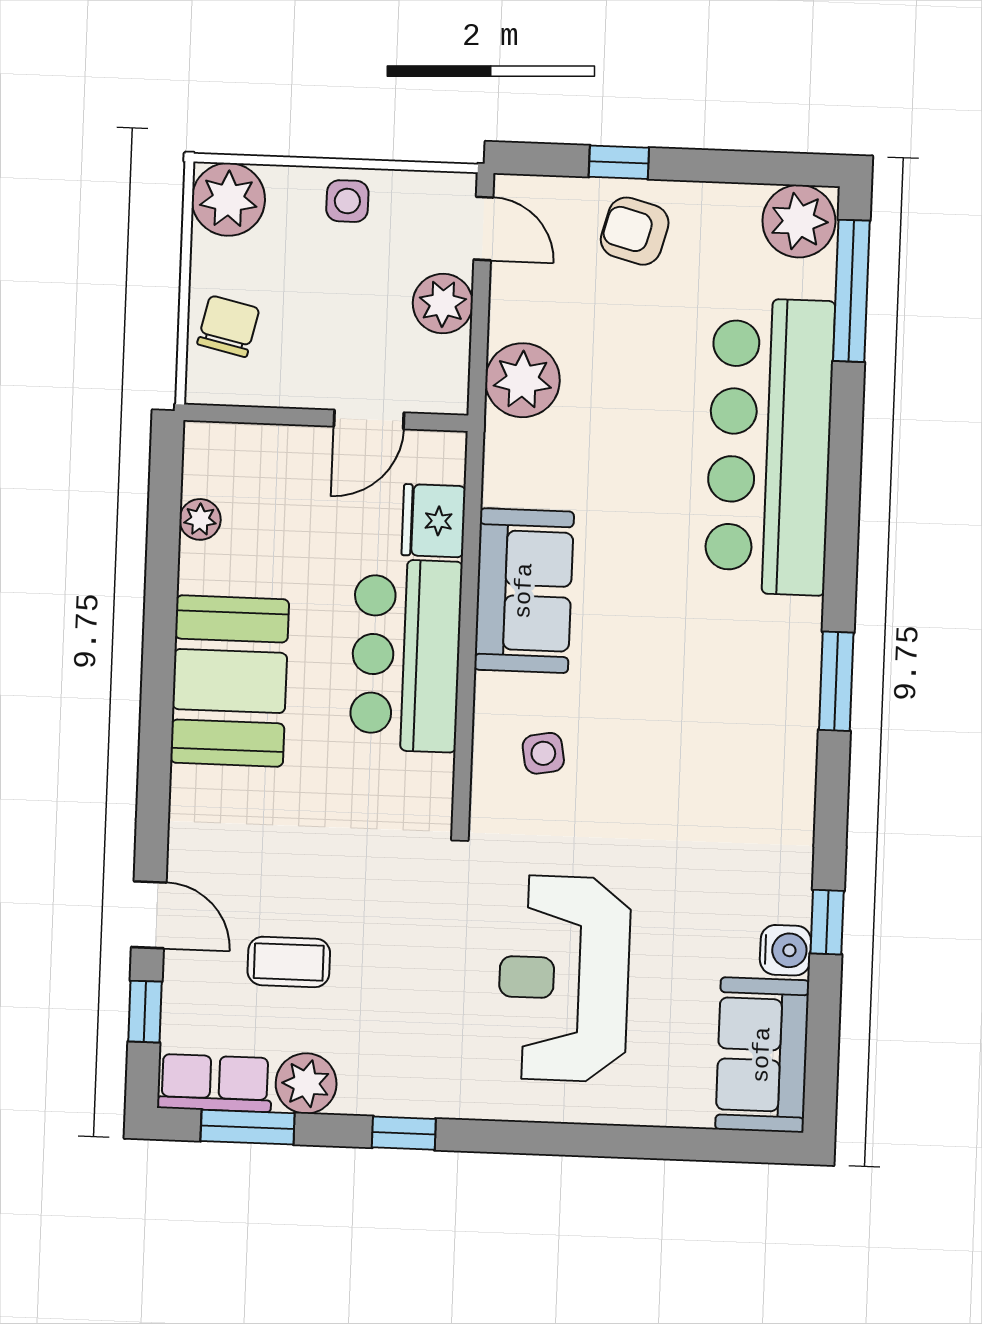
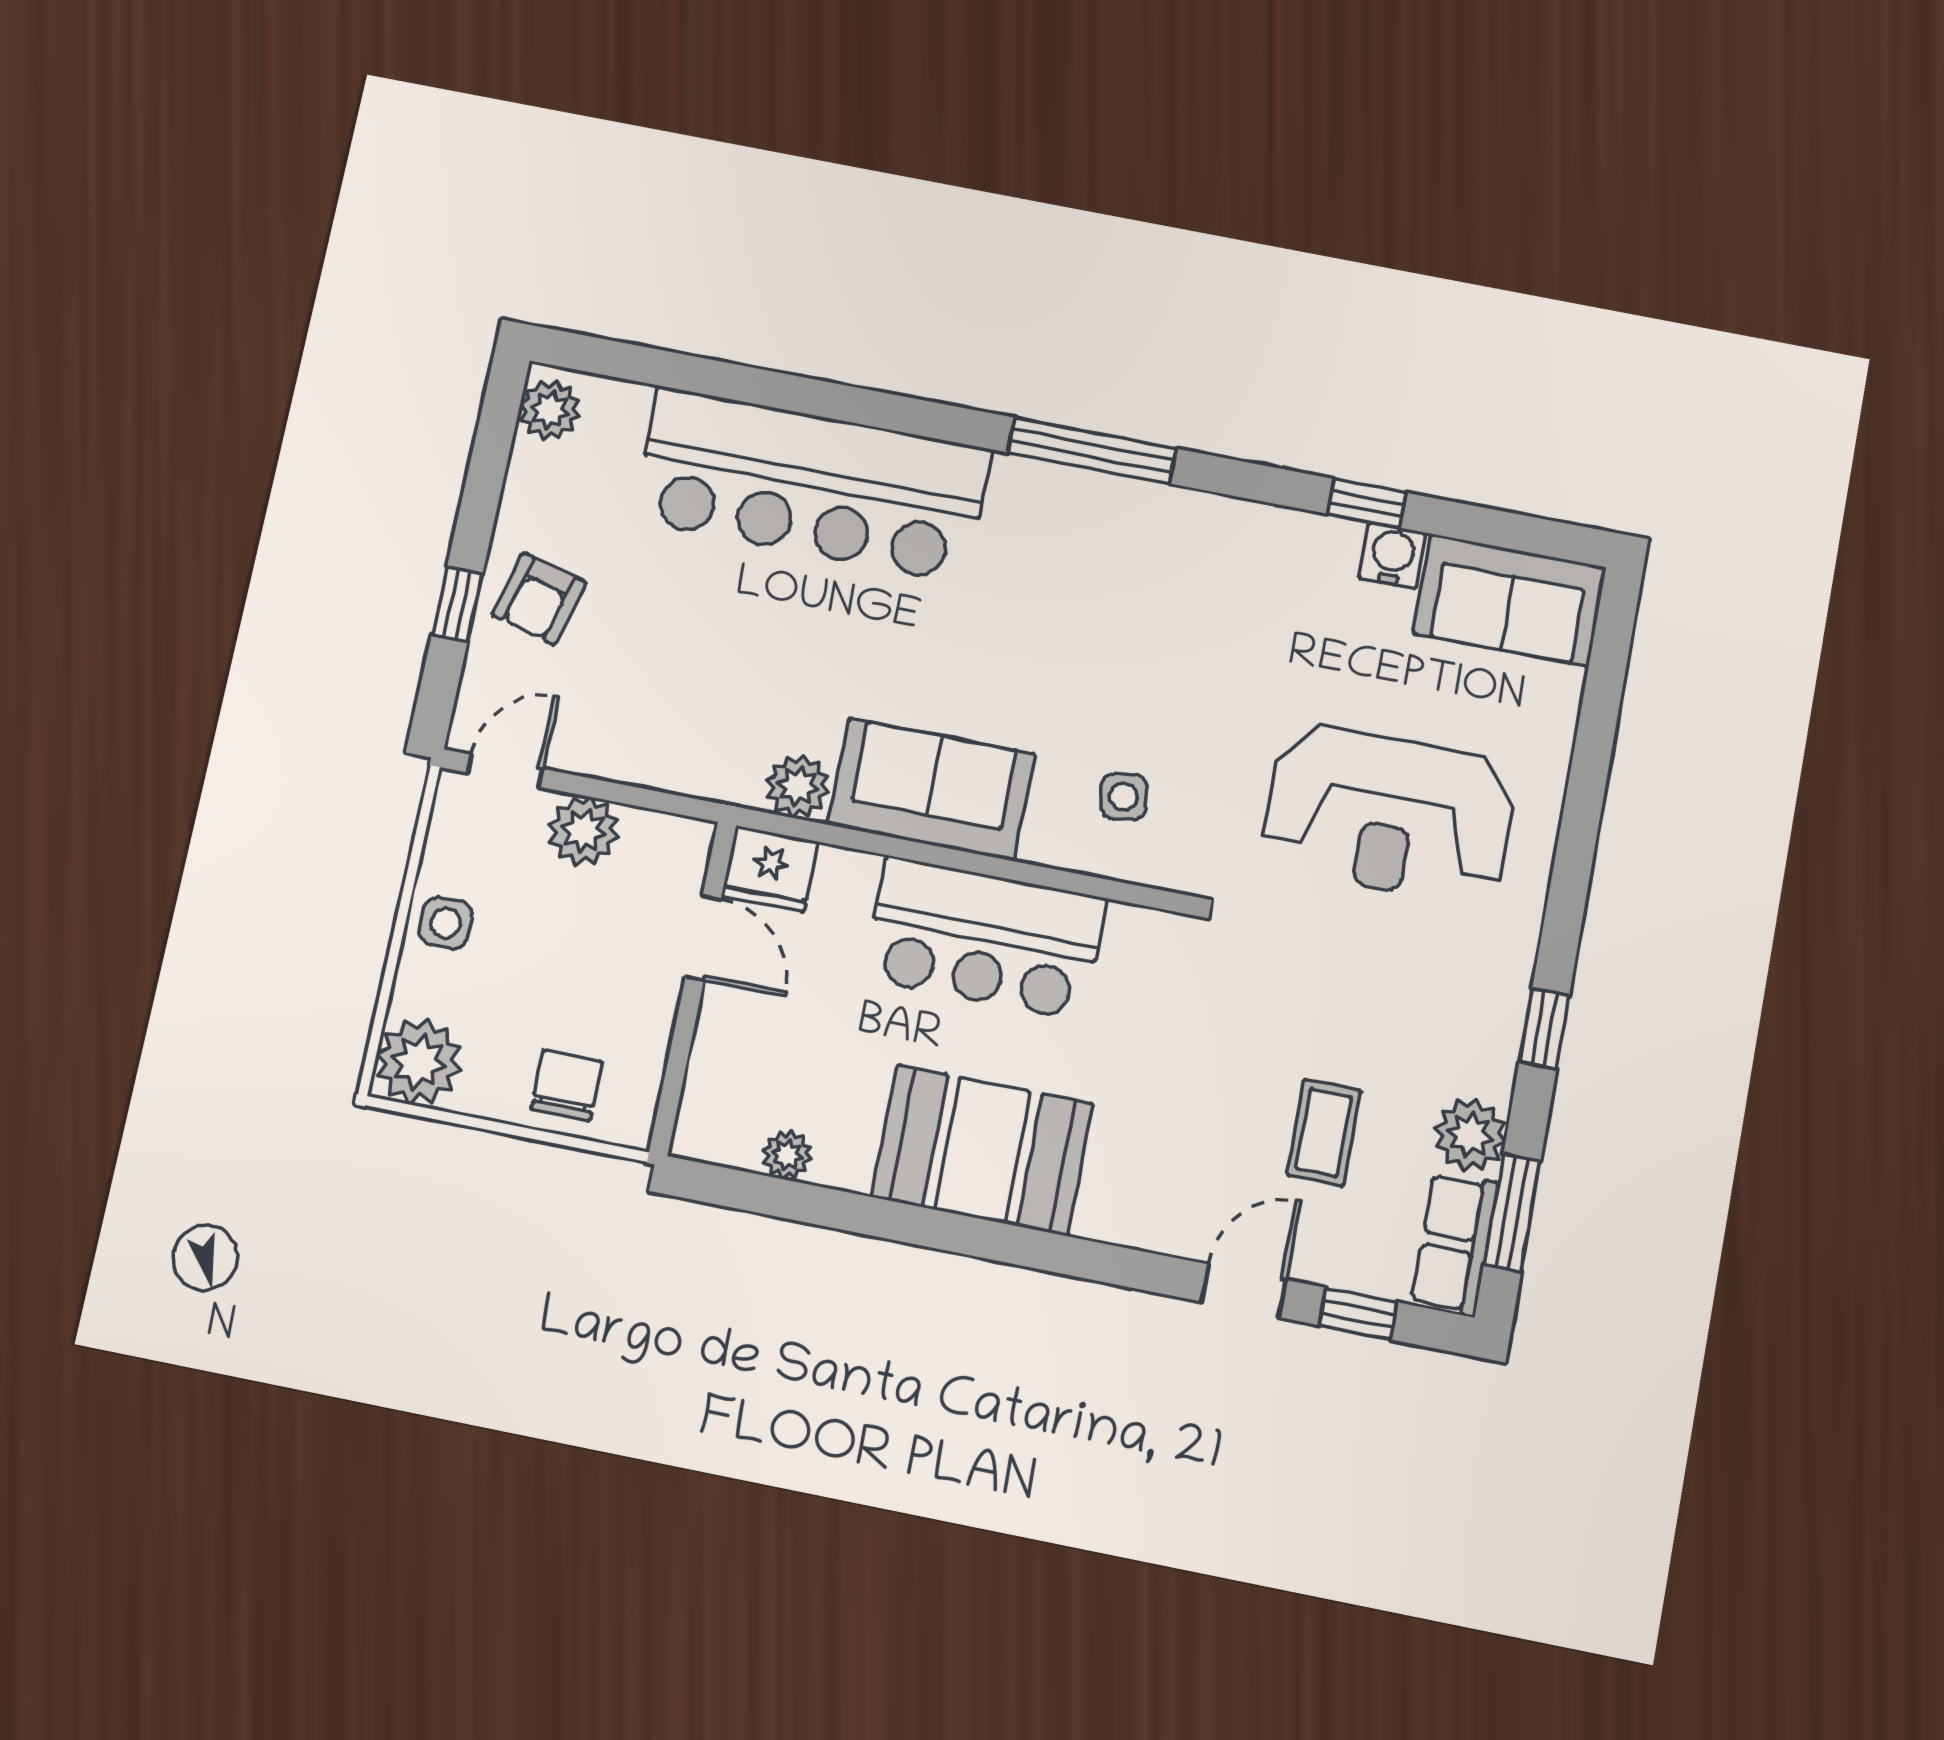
plant: (799, 221) -> (550, 410), width x0.73, depth x0.73
window: (851, 291) -> (650, 366), removed
chair: (228, 326) -> (567, 1086), turned 77
plant: (523, 380) -> (798, 786), moved, width x0.73, depth x0.73
fridge: (434, 521) -> (770, 869), moved
window: (836, 681) -> (1092, 451), width x1.44

